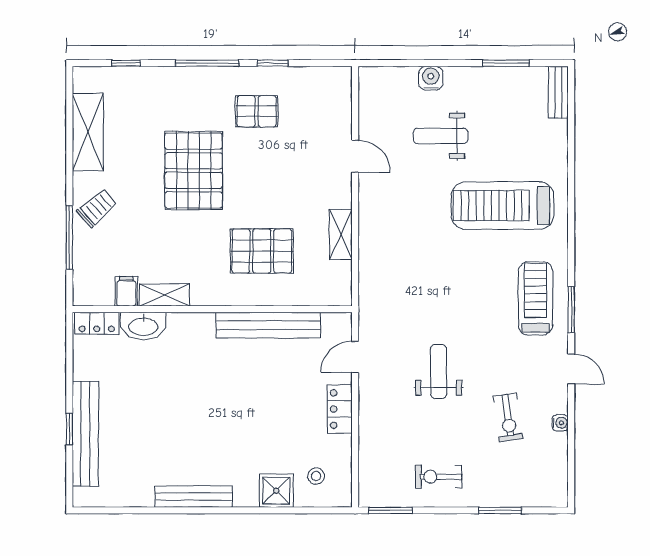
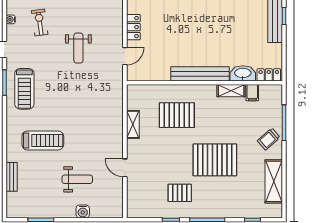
bench: (558, 92) -> (12, 177), moved
pallet: (194, 171) -> (215, 160), turned 90
treadmill: (502, 205) -> (43, 140), width x0.73, depth x0.73
bench: (268, 325) -> (200, 74), moved

